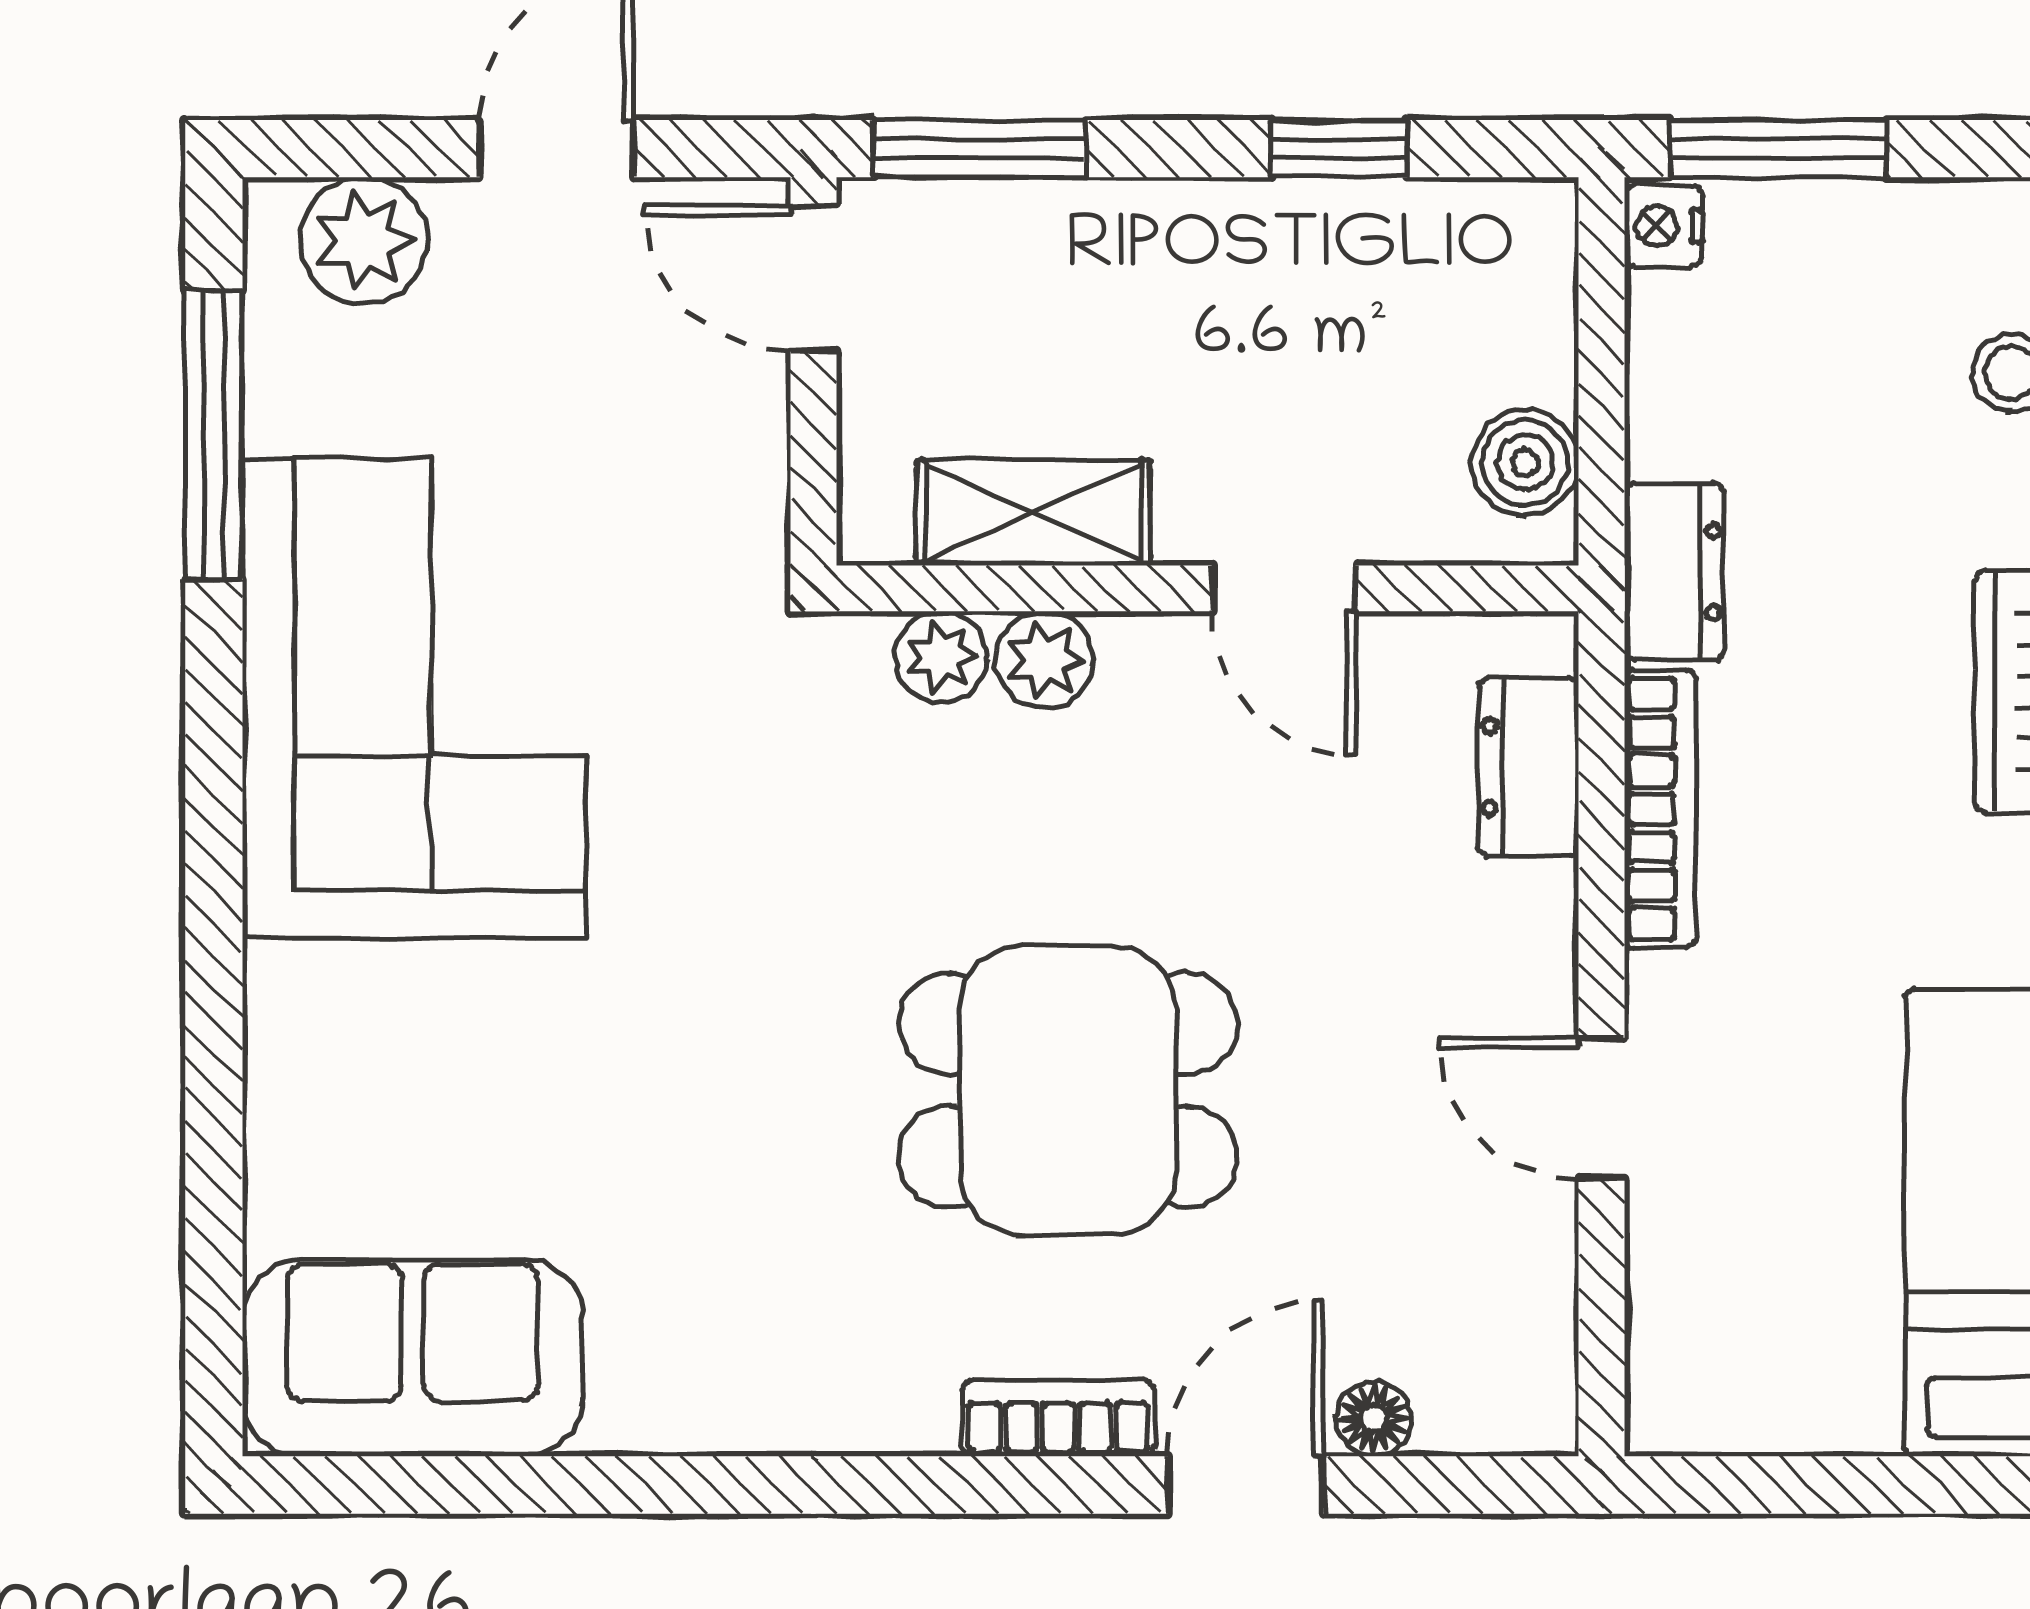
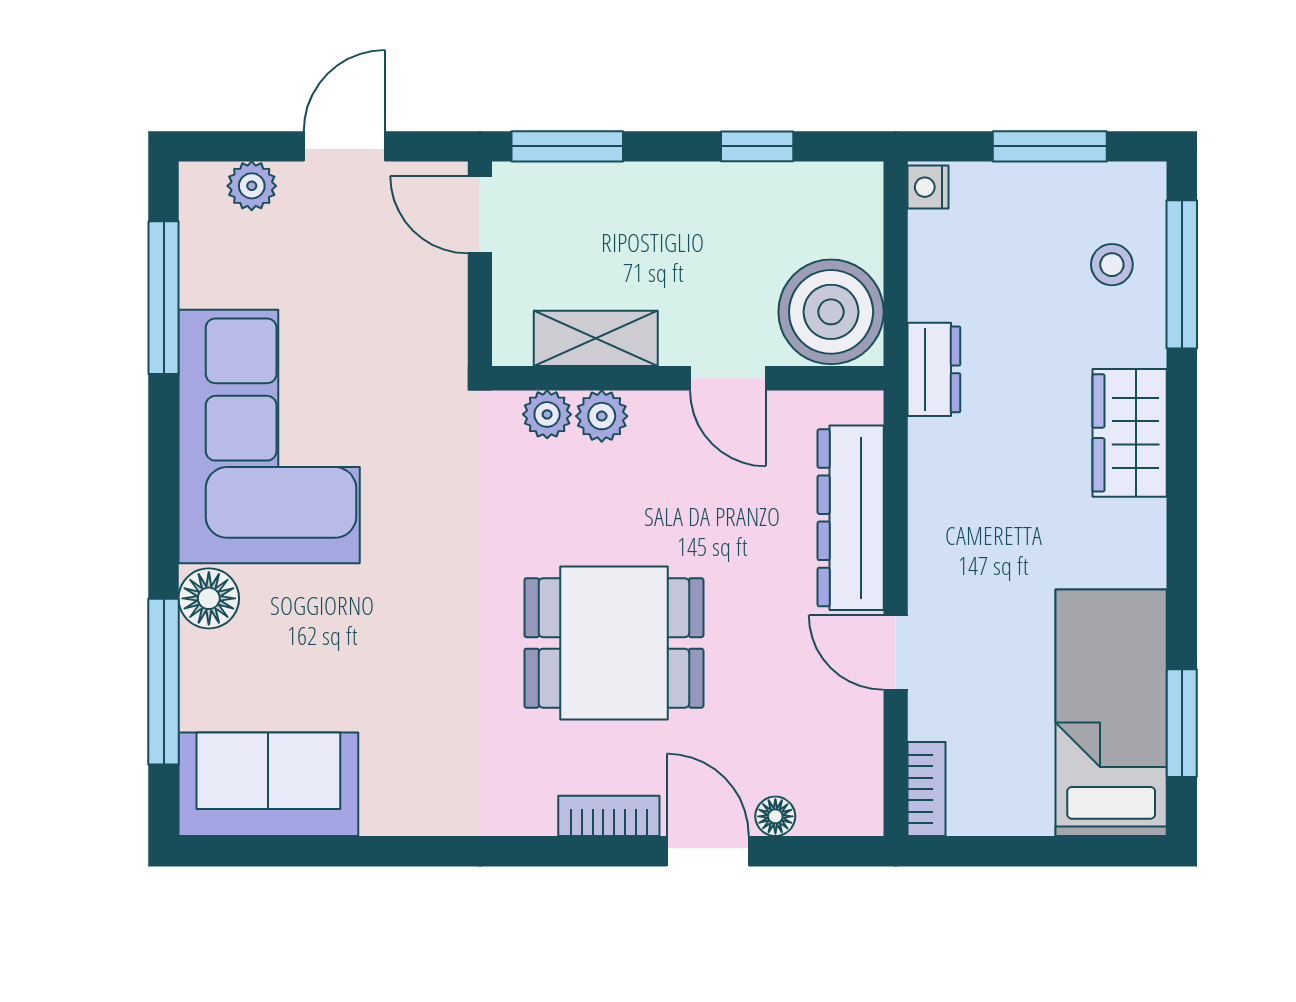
window: (1778, 149) -> (1050, 146), moved
plant: (364, 241) -> (252, 186), width x0.73, depth x0.73
boiler: (1525, 462) -> (831, 312), width x1.86, depth x1.86
dresser: (1529, 767) -> (851, 518), width x1.96, depth x1.24
bookcase: (1660, 809) -> (926, 789), moved, width x0.64
floor lamp: (300, 1006) -> (209, 598), added
window: (214, 1163) -> (164, 682), added
door: (1246, 1485) -> (708, 851), hinge flipped

